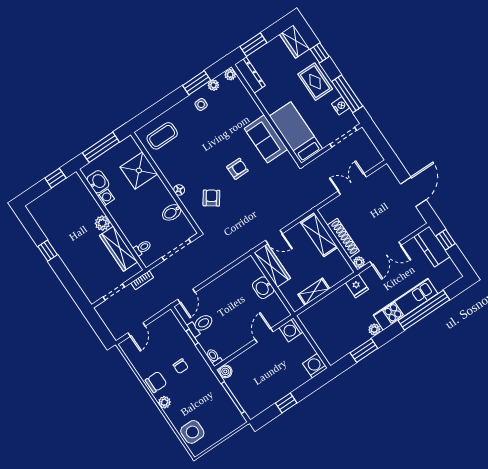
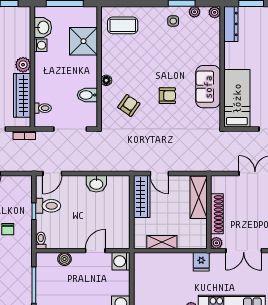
washbasin: (263, 288) -> (96, 184), moved, turned -90
boiler: (225, 371) -> (65, 259), moved

